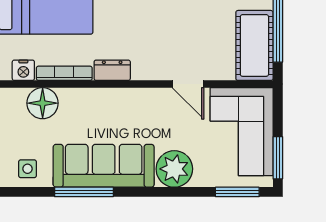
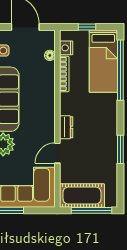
dresser: (112, 70) -> (66, 127), moved
floor lamp: (43, 103) -> (50, 55), width x0.53, depth x0.53

